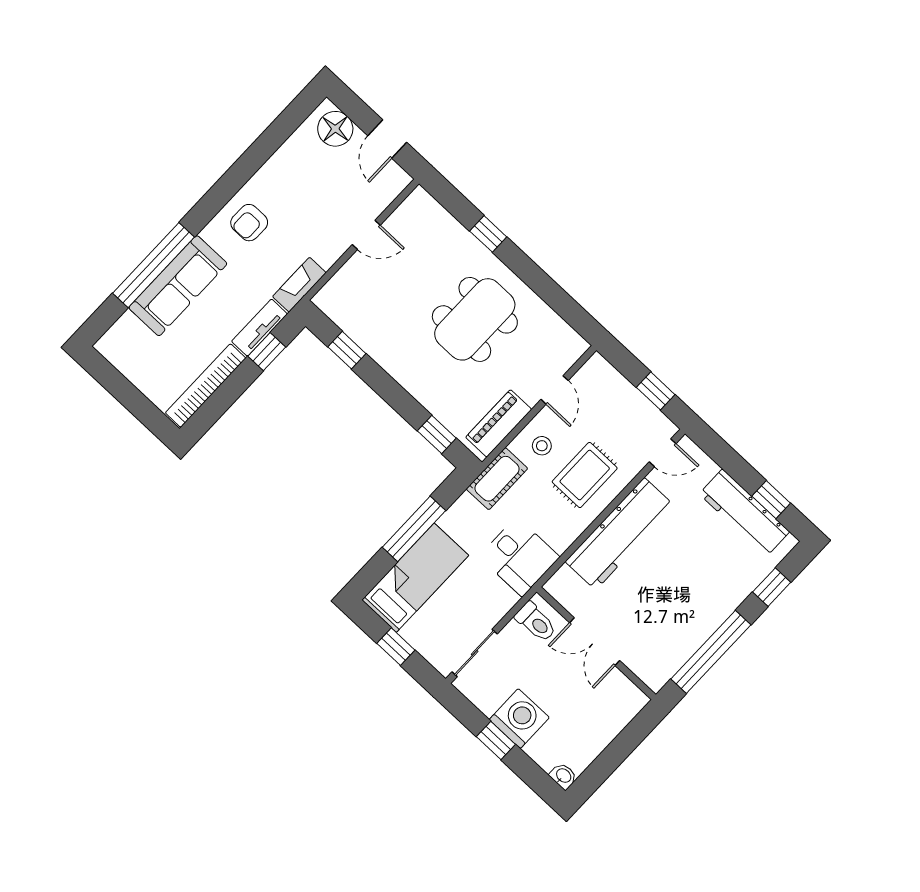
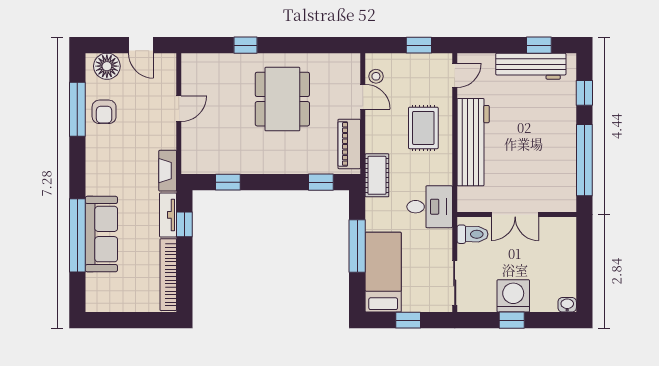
window: (268, 143) -> (77, 109), added
armchair: (249, 223) -> (104, 112), moved
stool: (542, 446) -> (376, 76), moved

